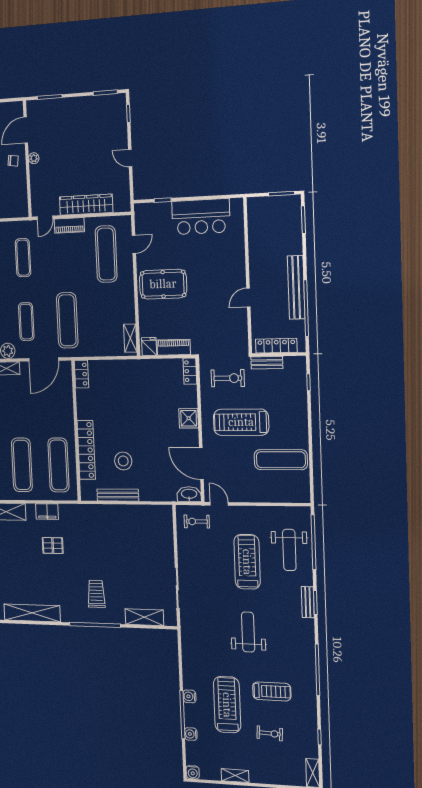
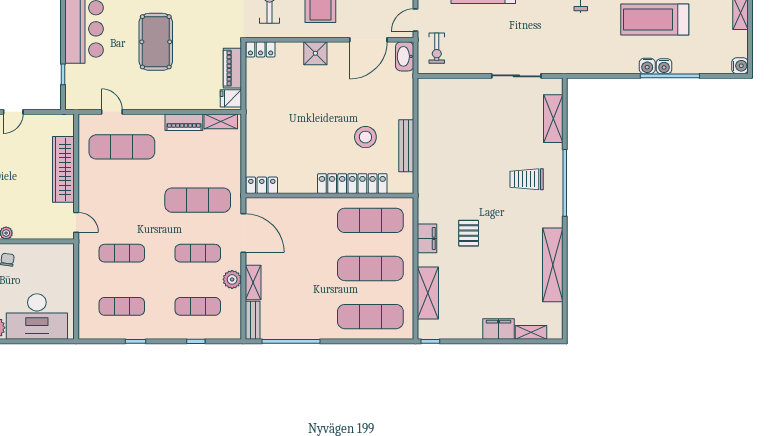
piano: (69, 225) -> (184, 122), moved, turned 90
pool table: (163, 284) -> (156, 42), moved
water cooler: (191, 734) -> (664, 66), moved

